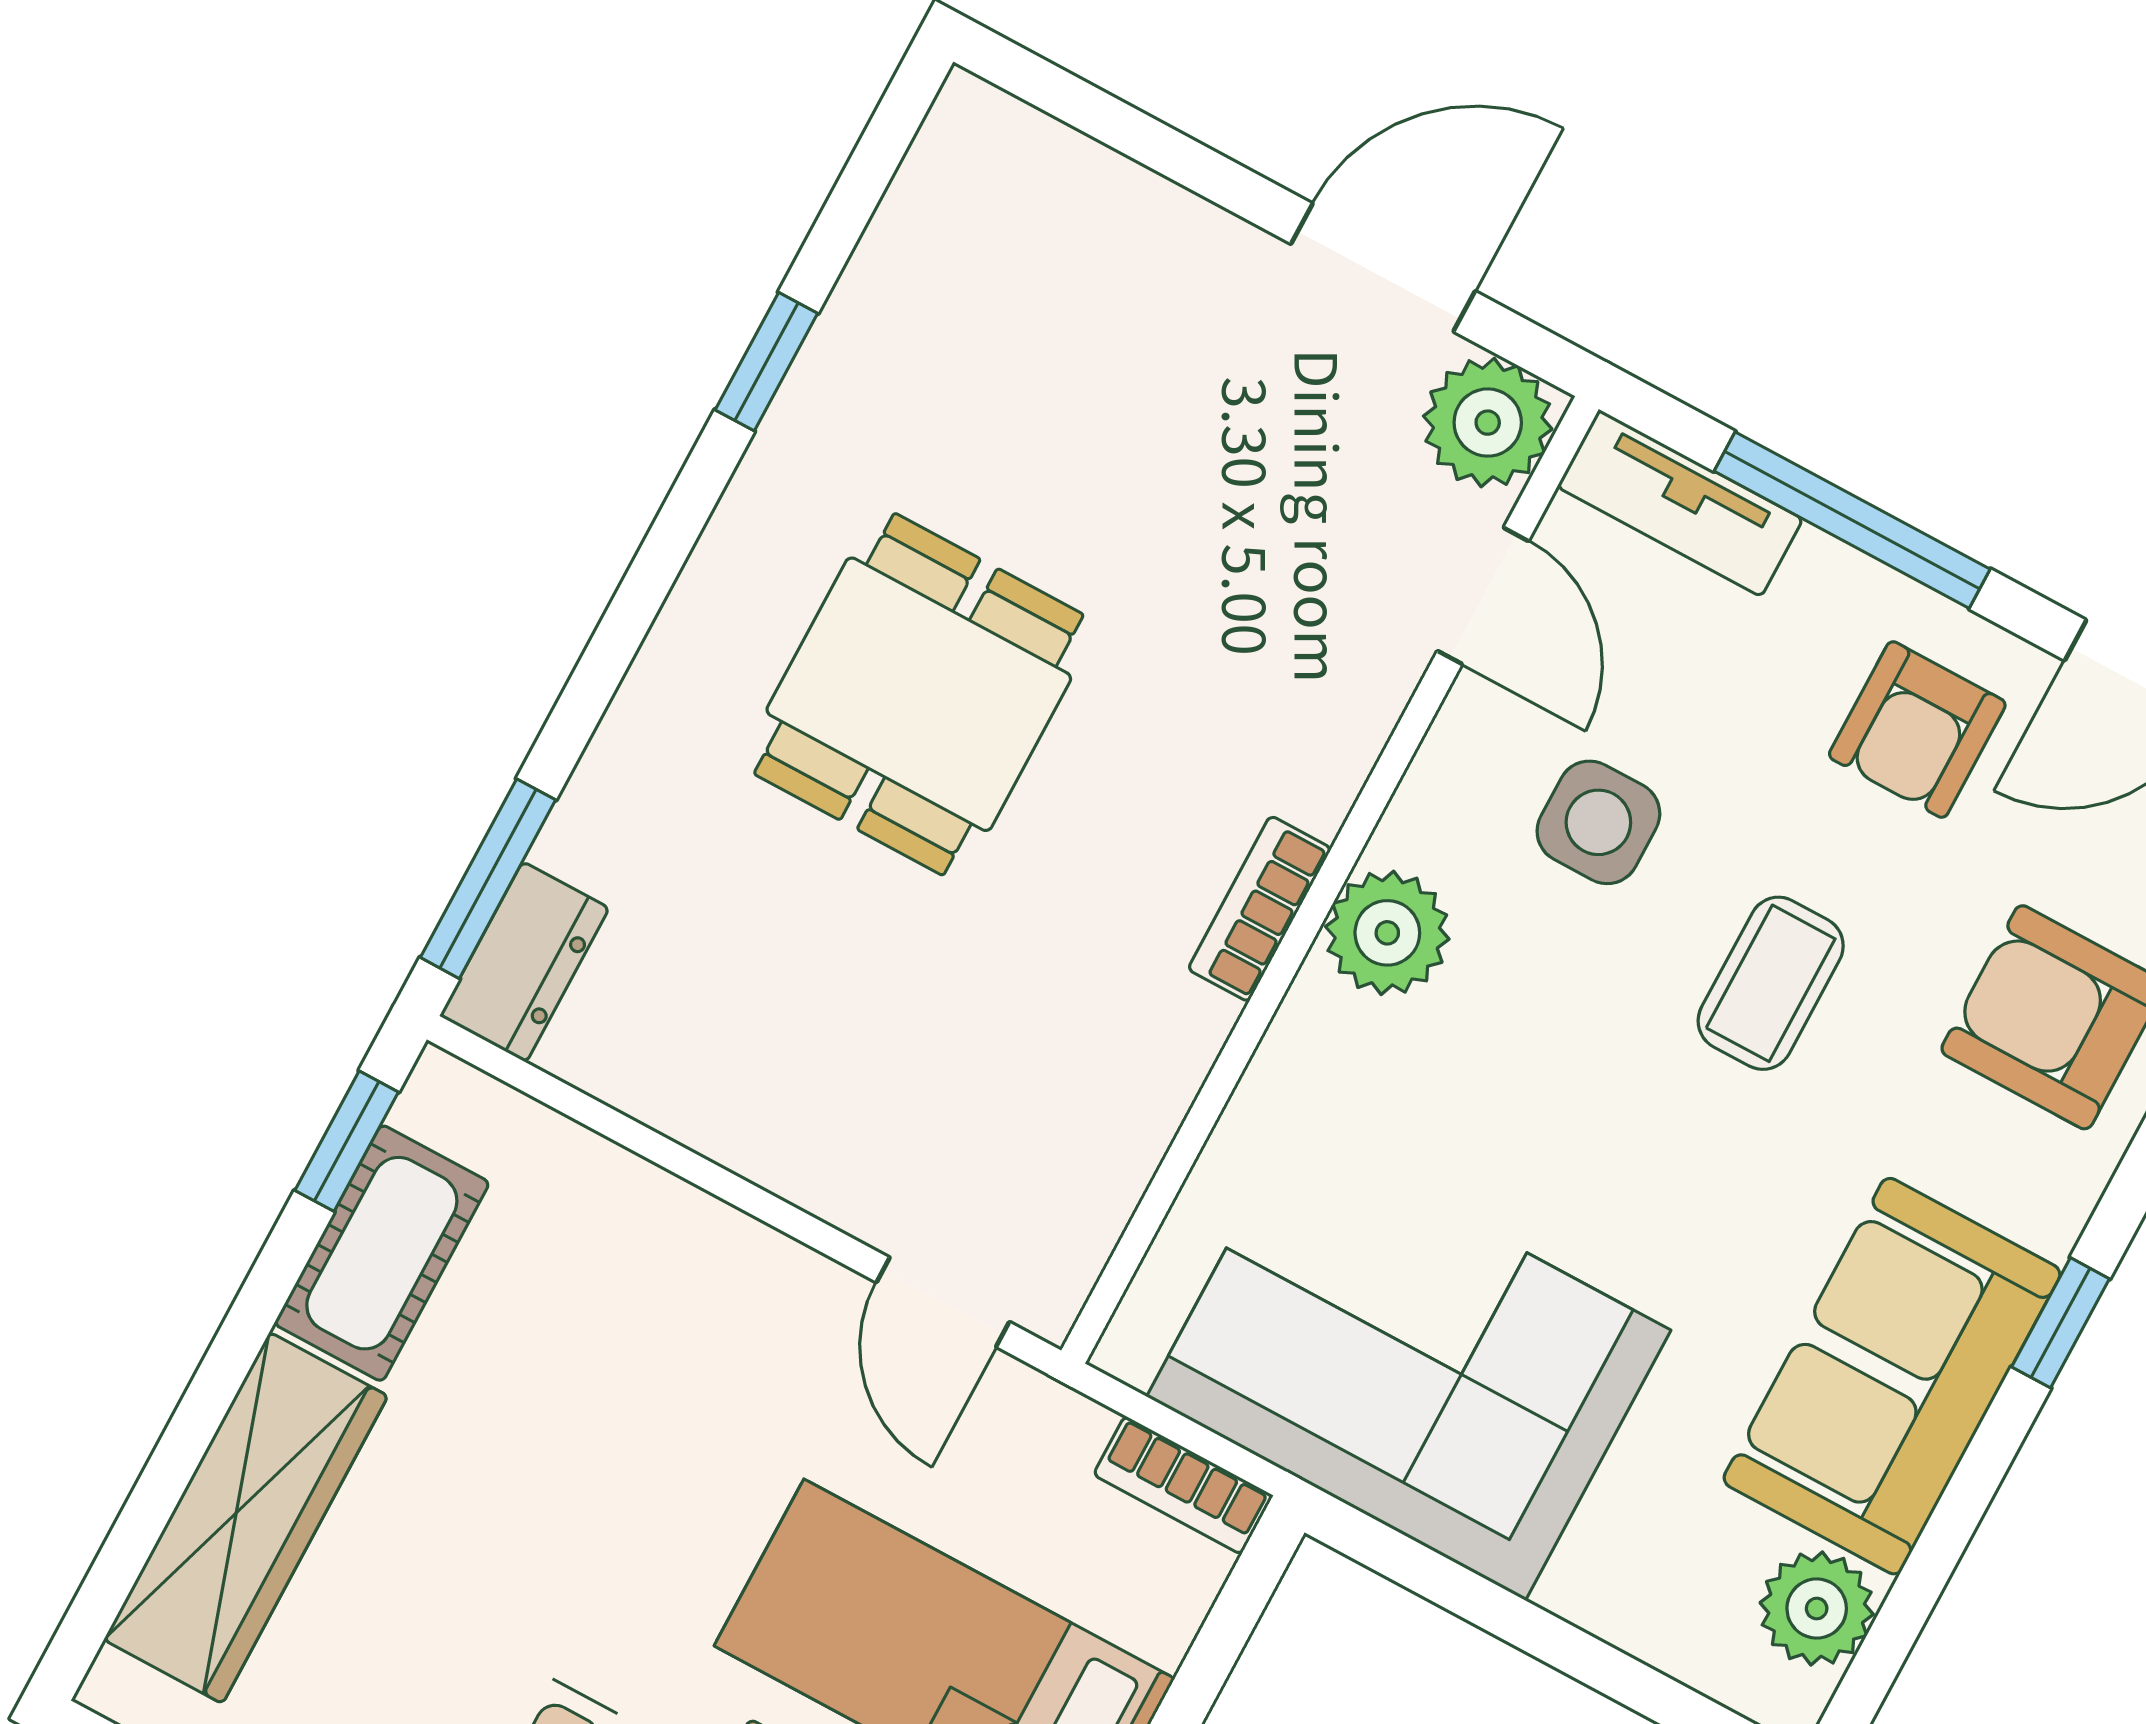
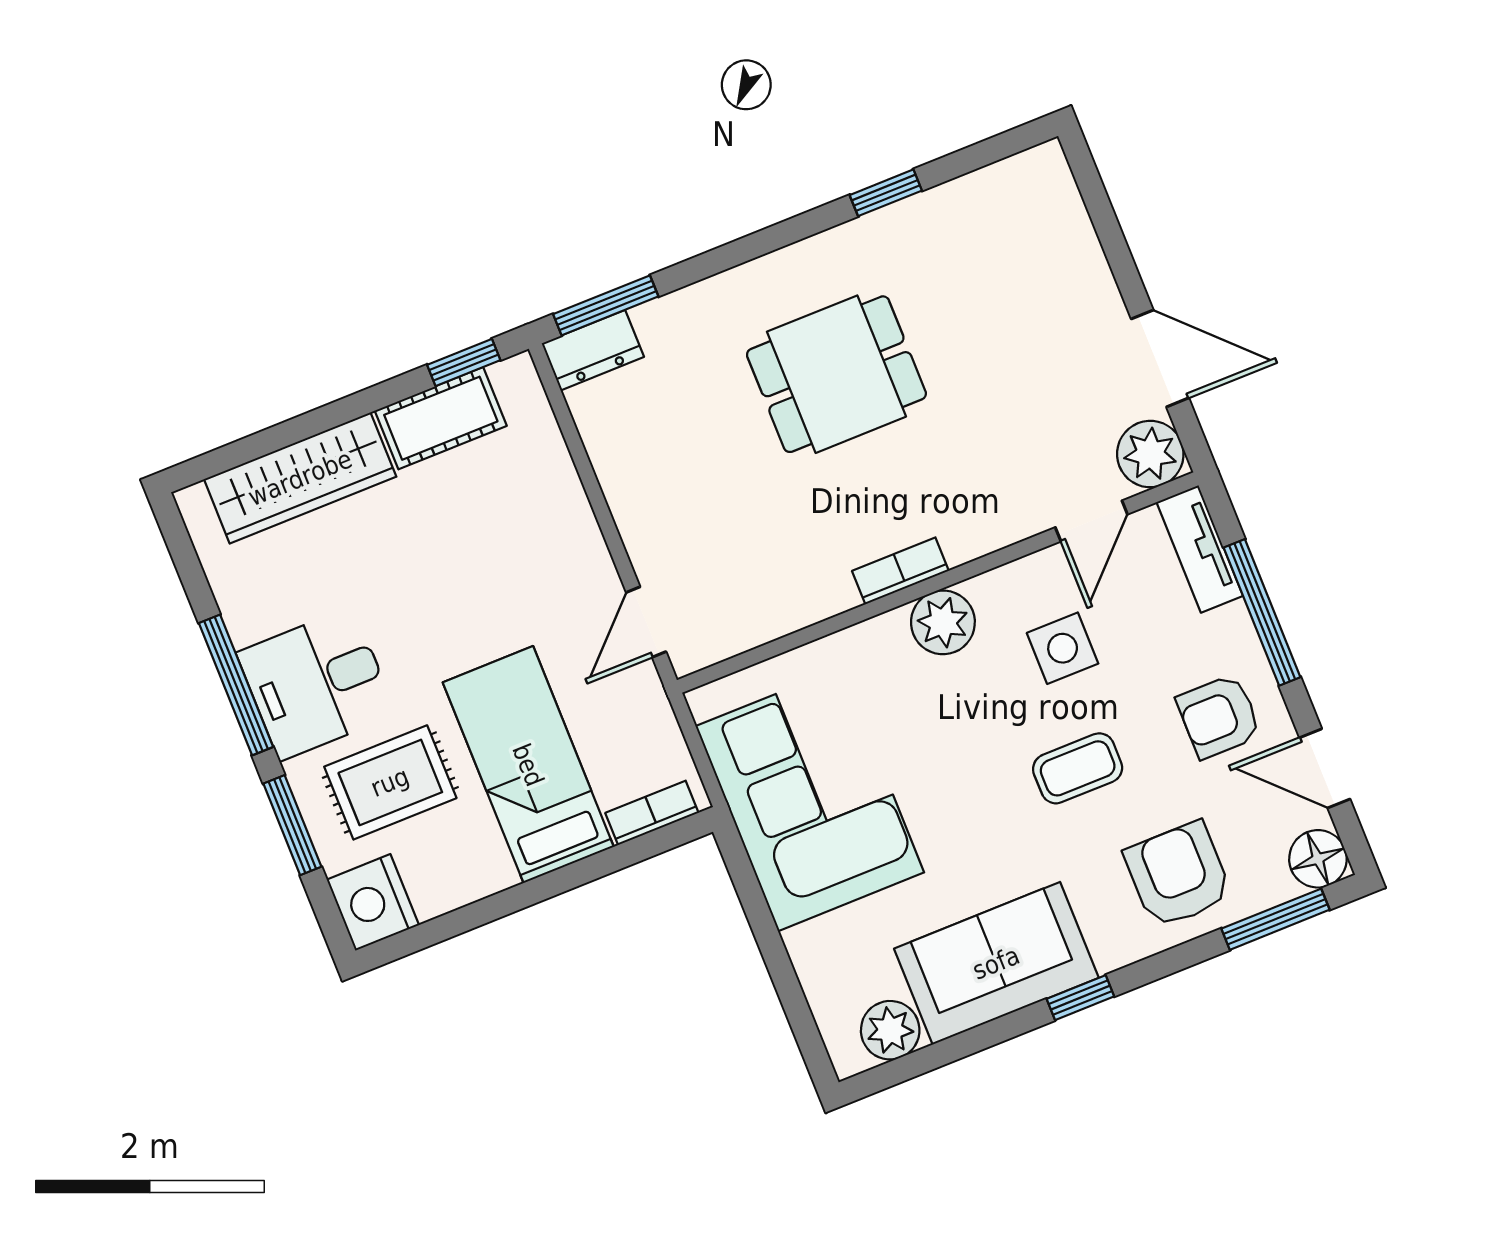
bookcase: (1183, 1485) -> (652, 813), moved, turned 90

